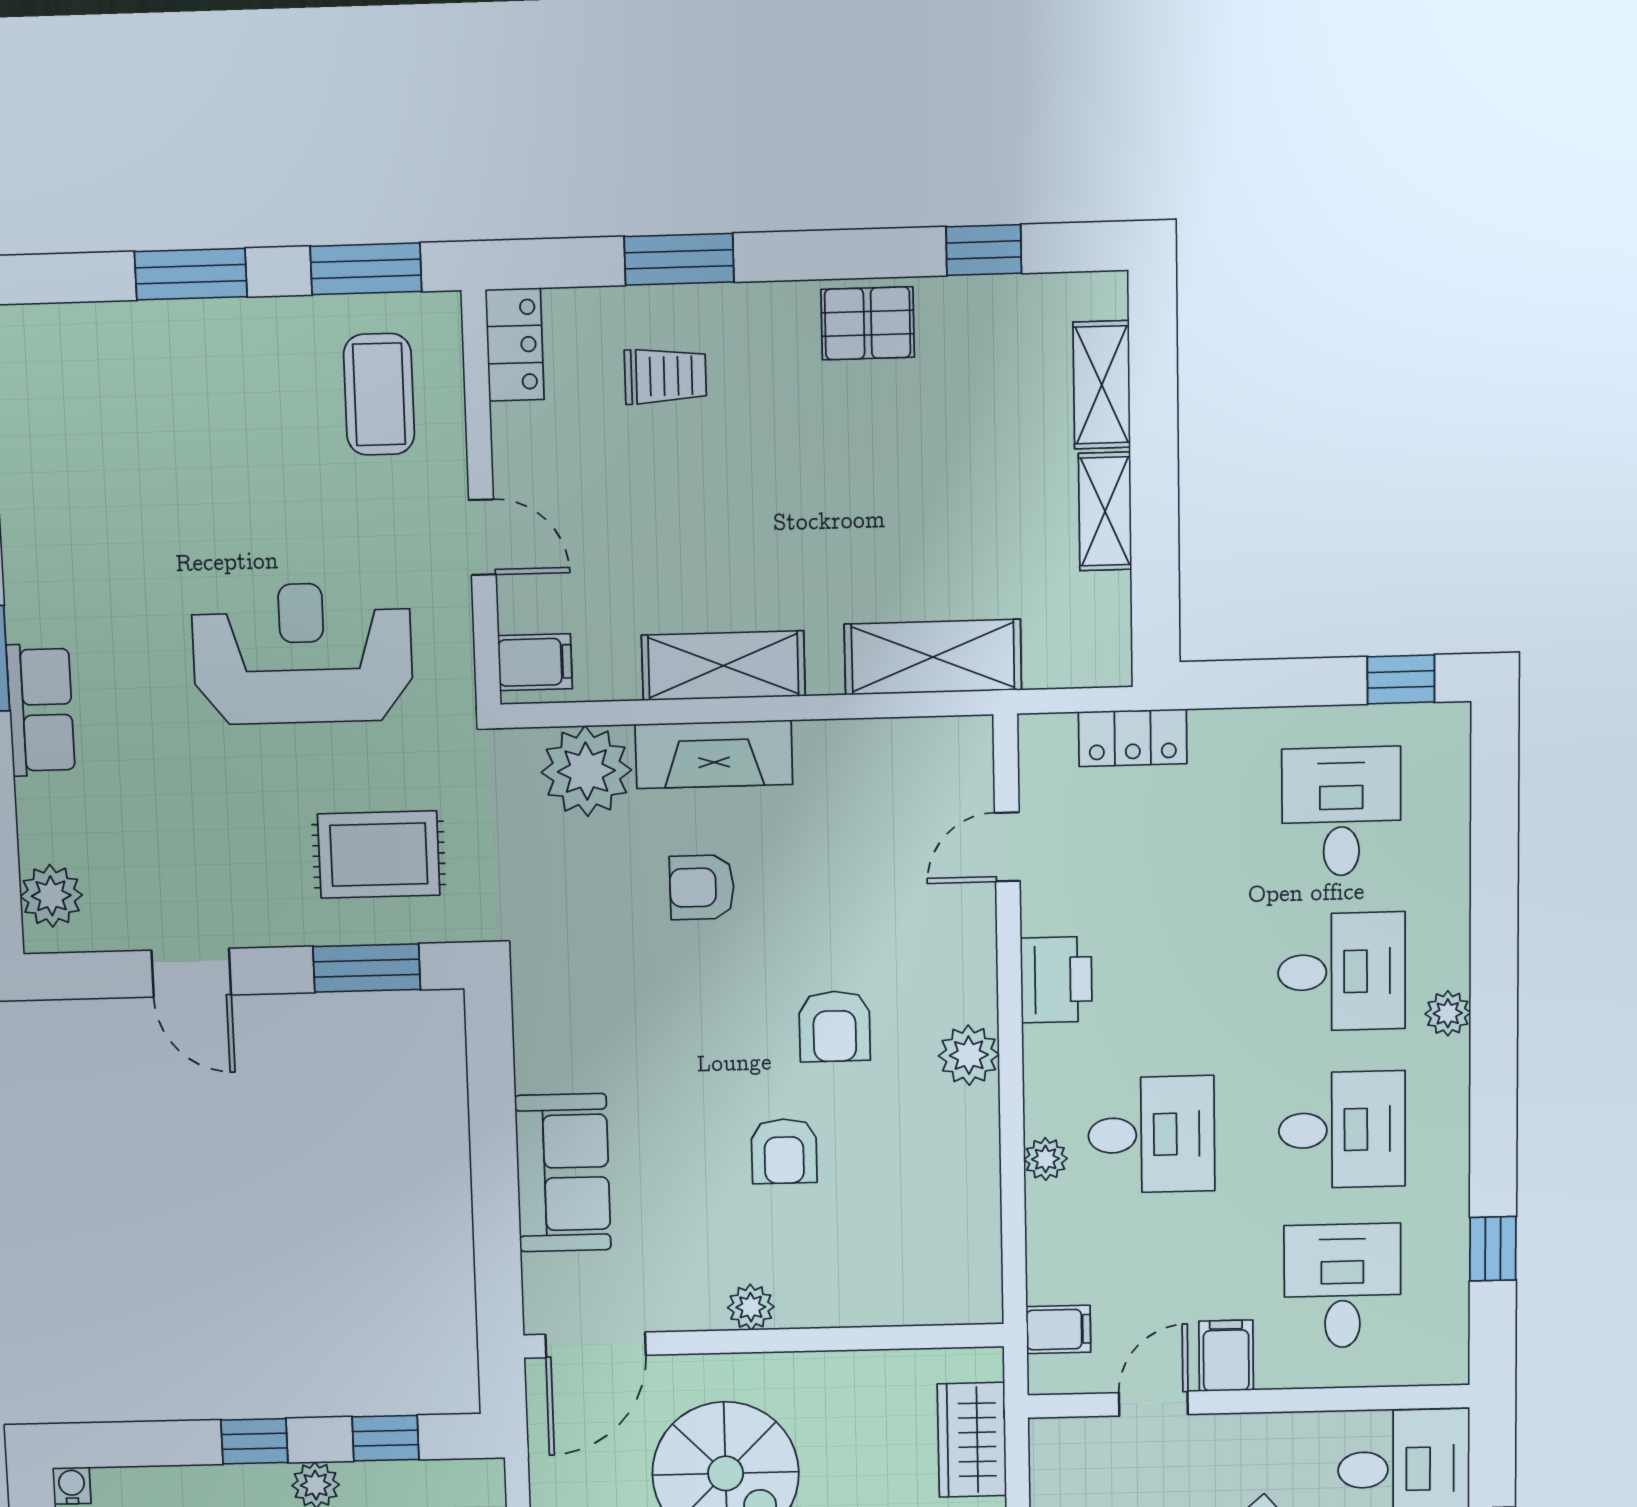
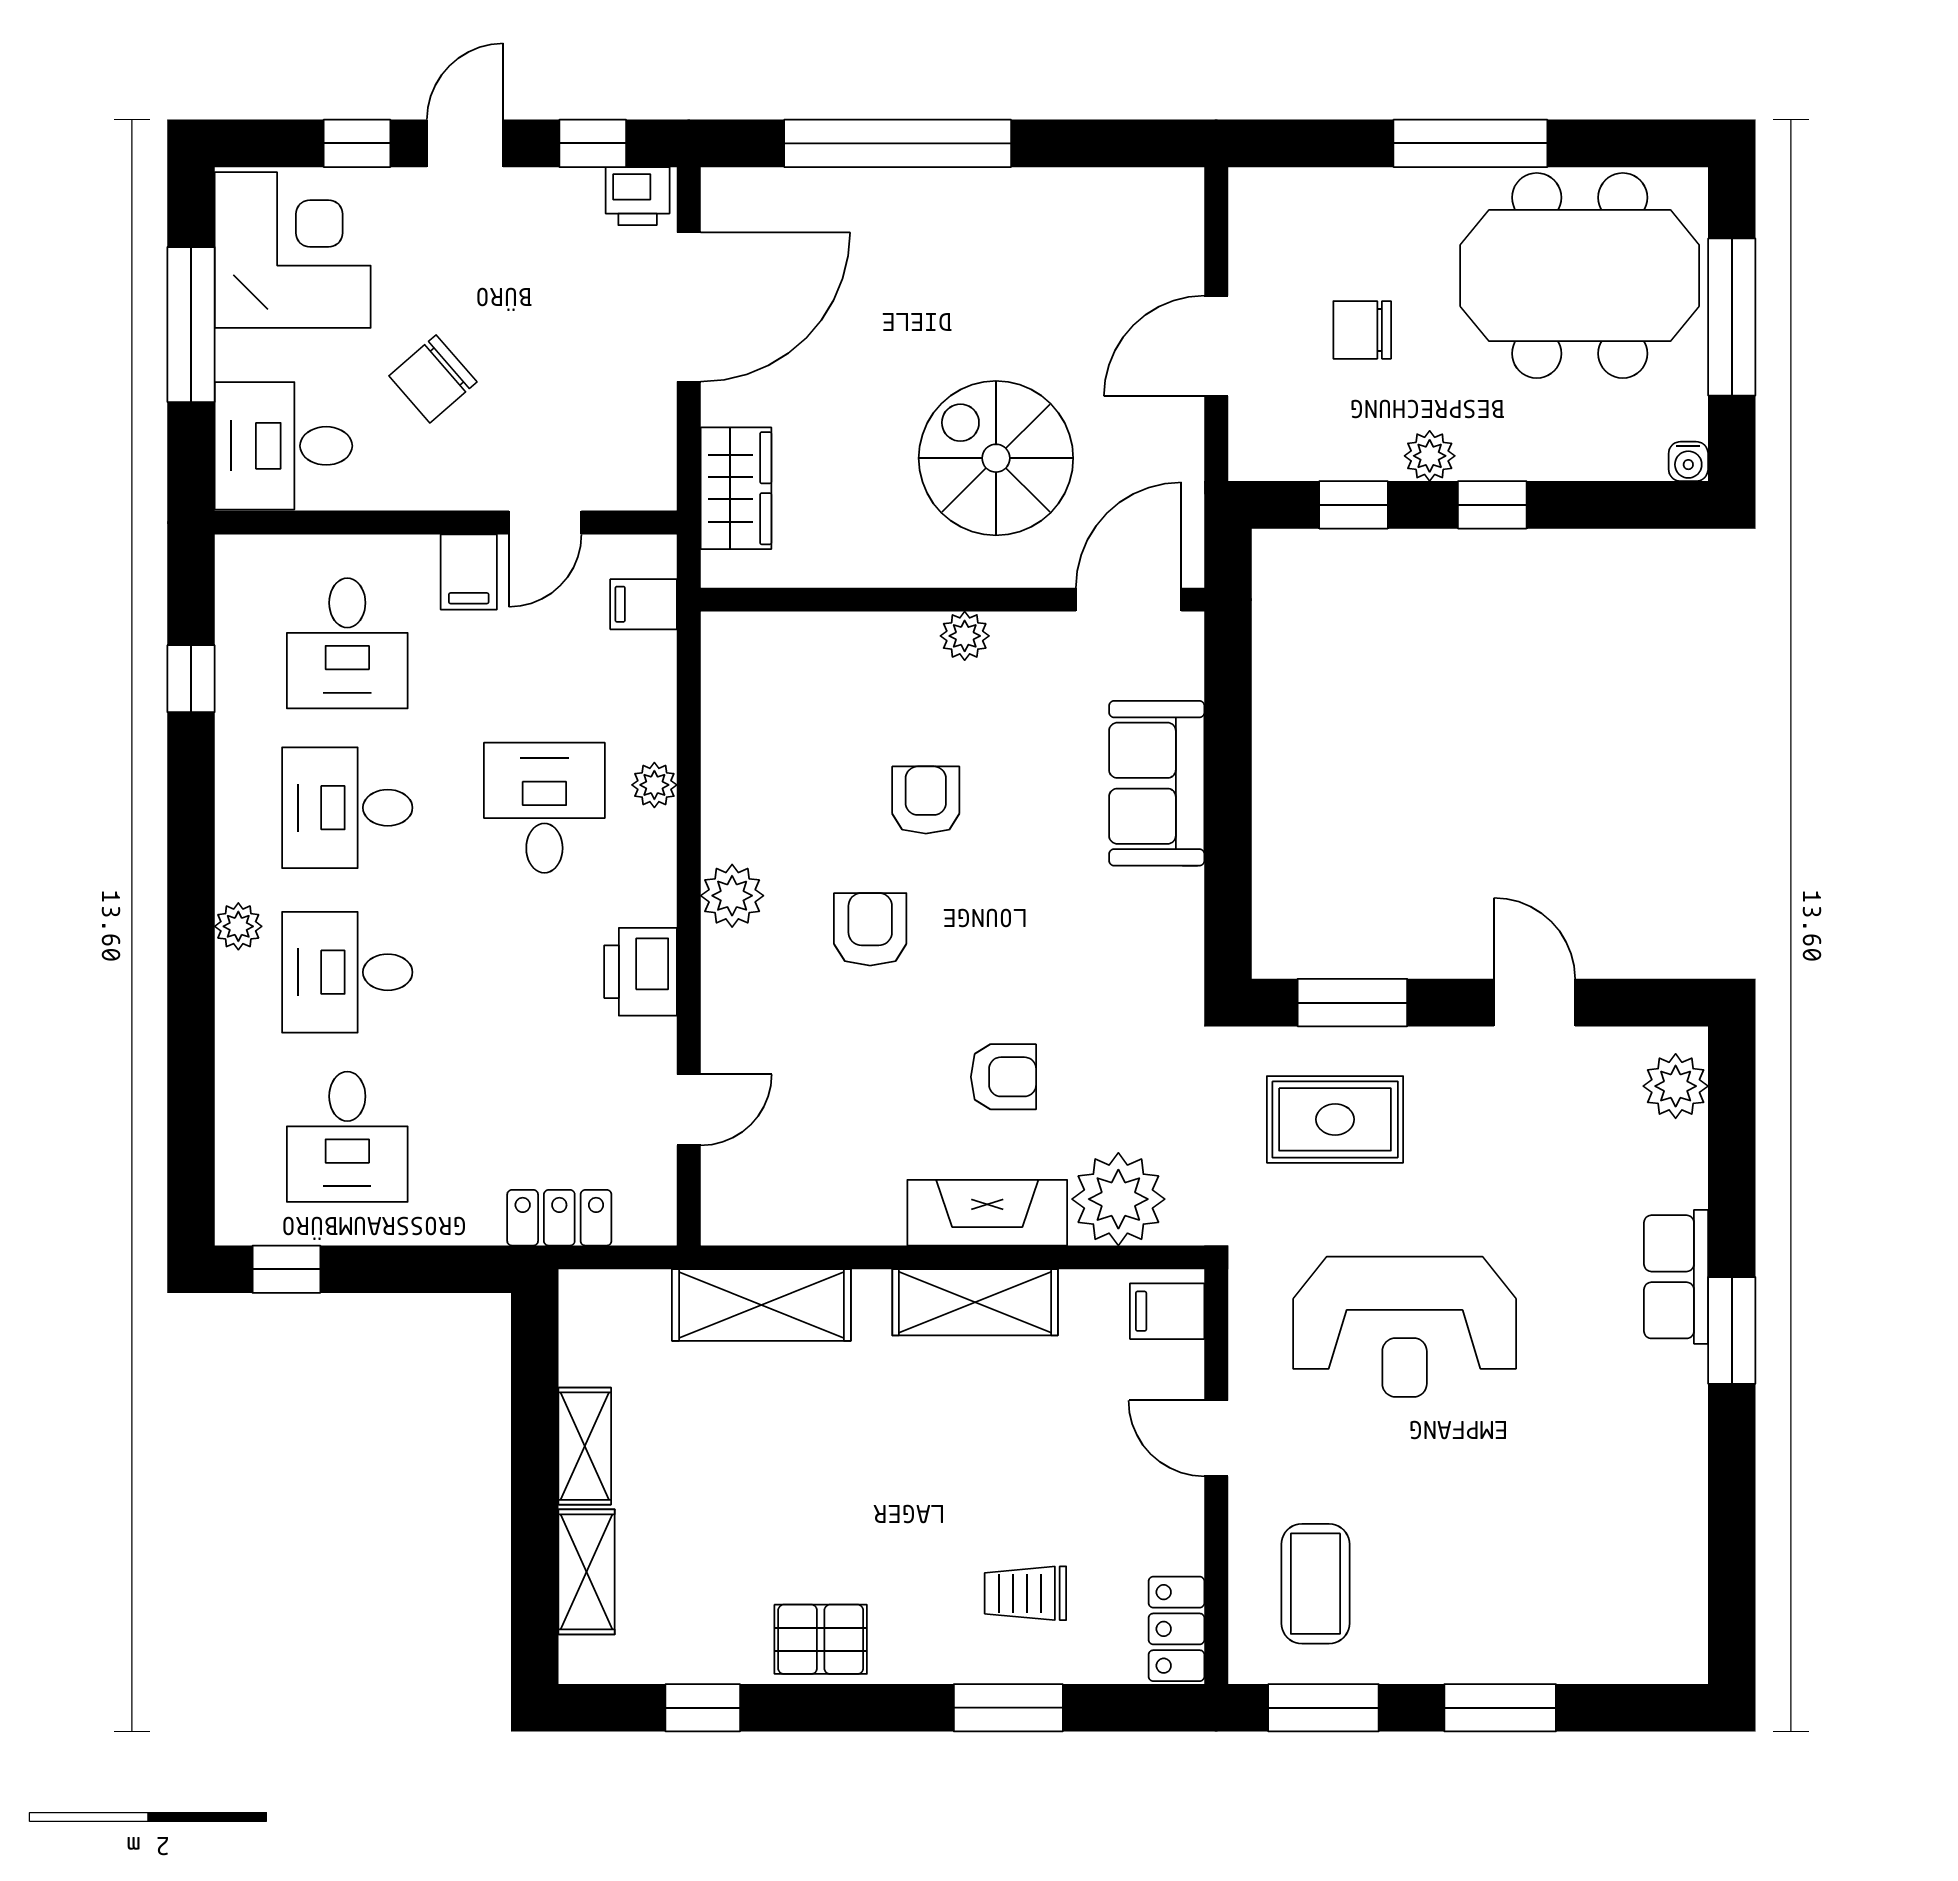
desk: (1151, 1135) -> (544, 808), turned 90

